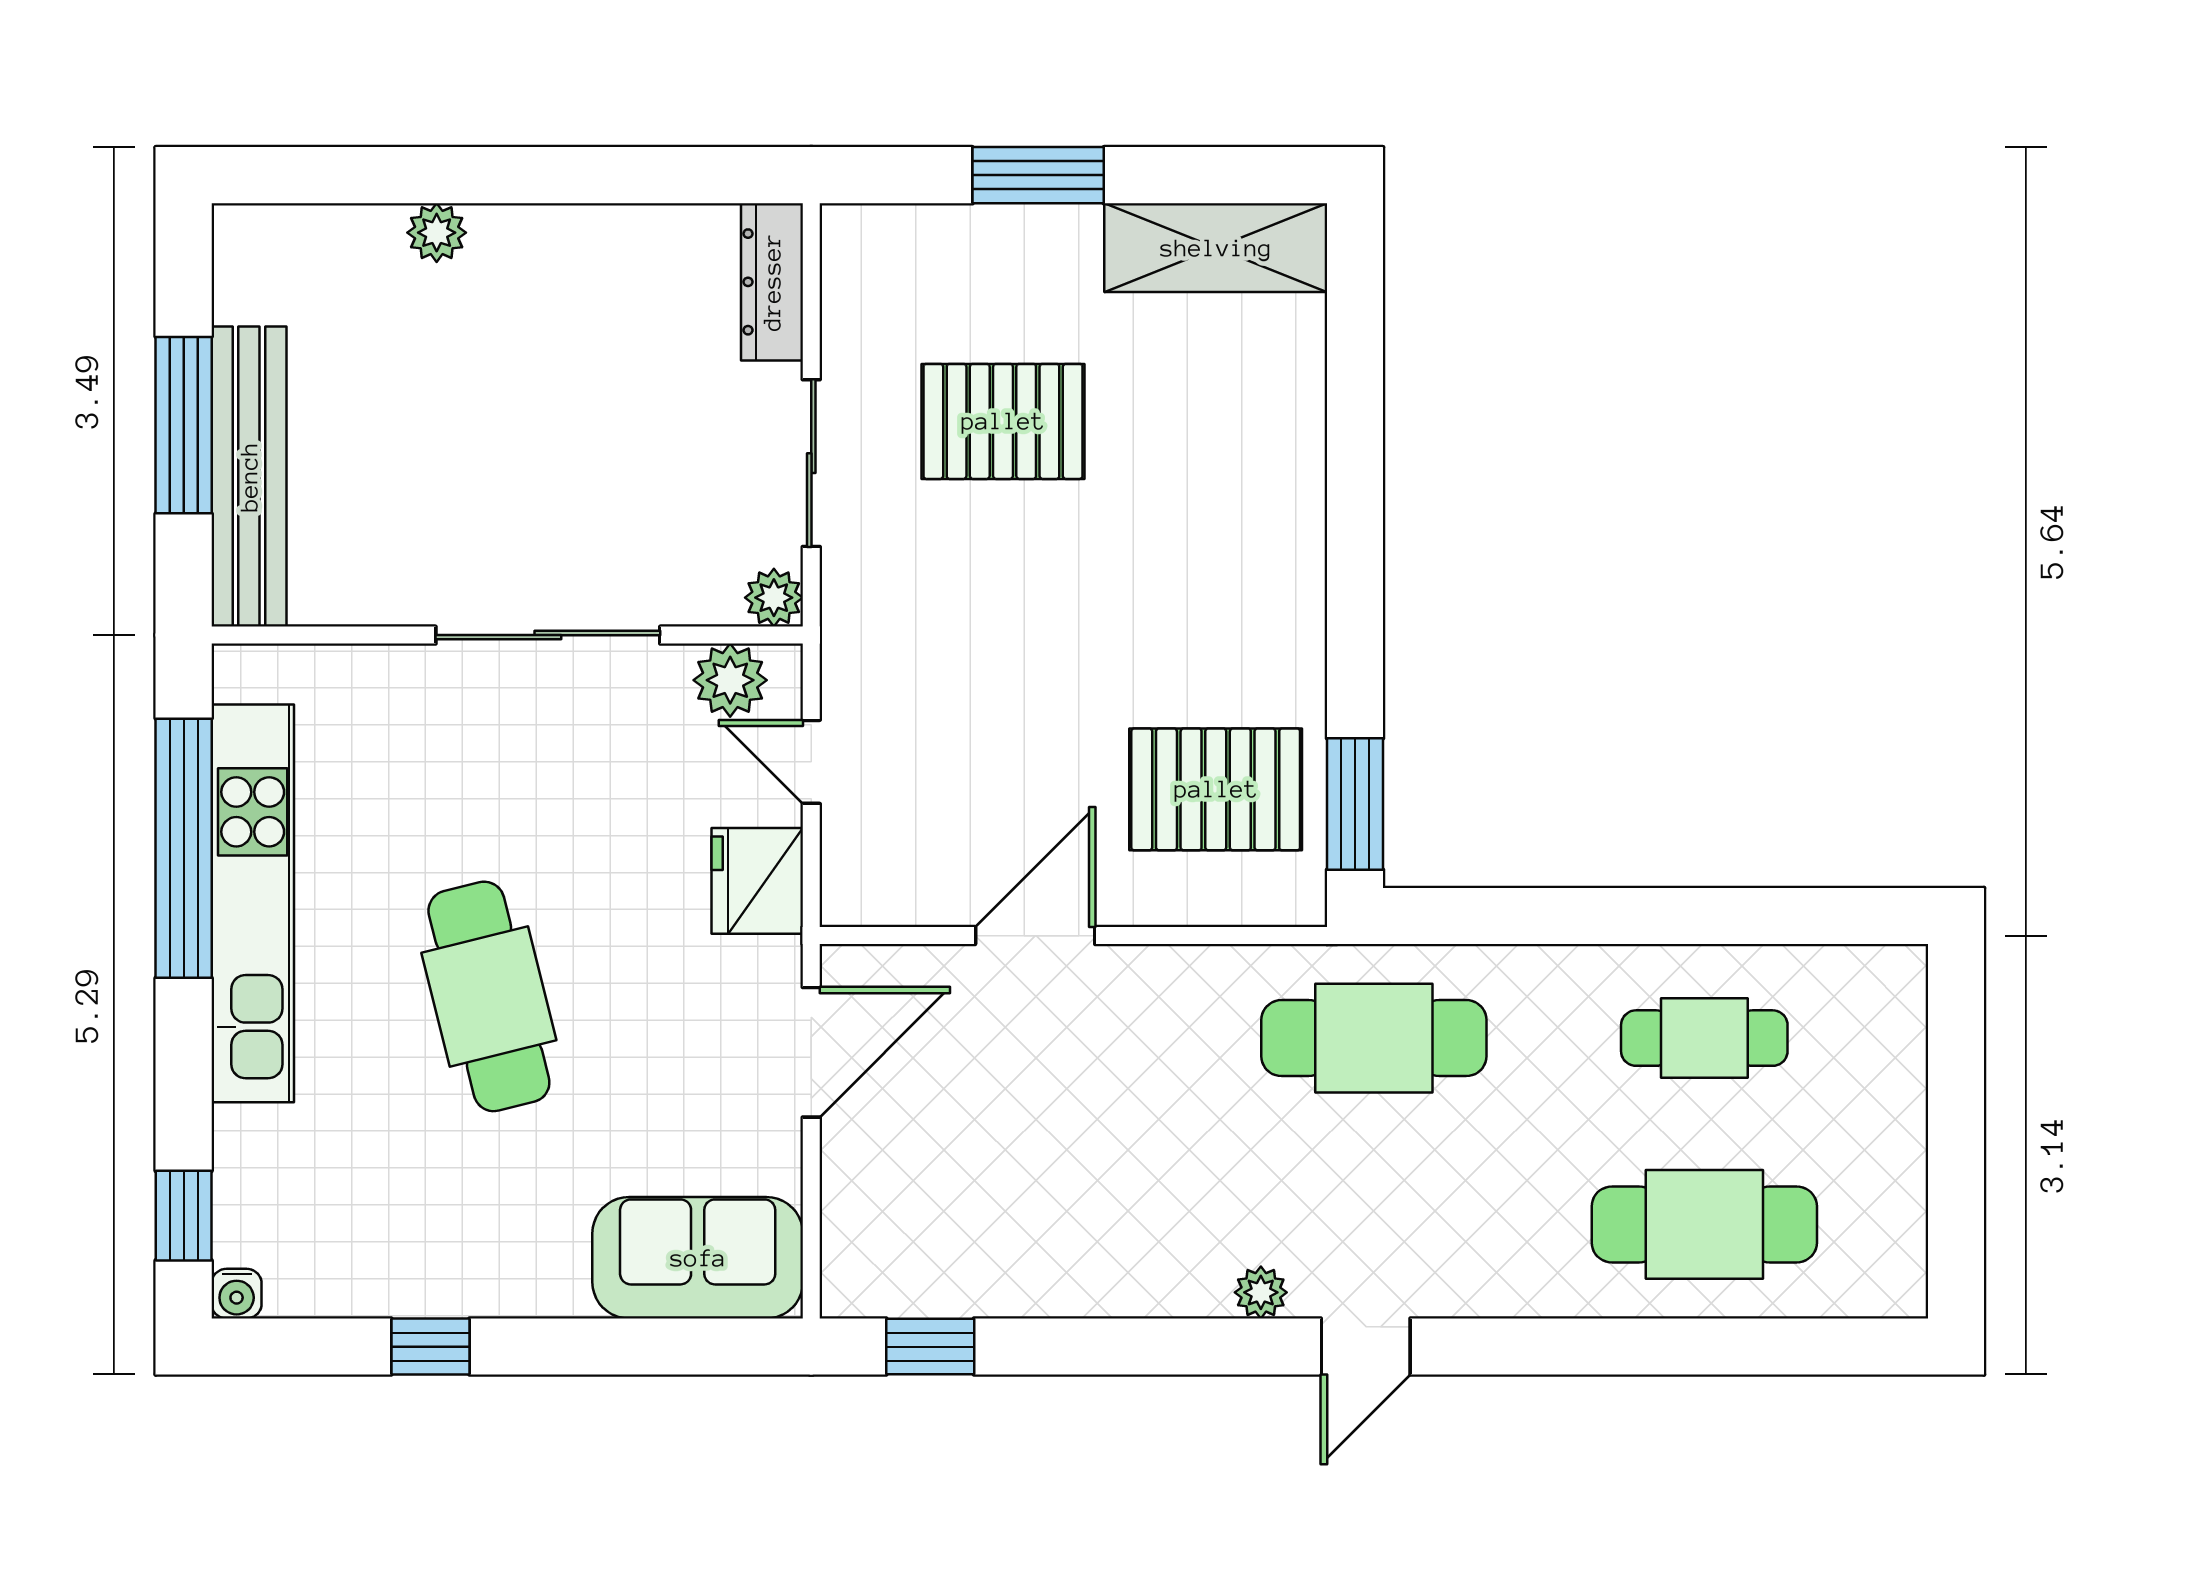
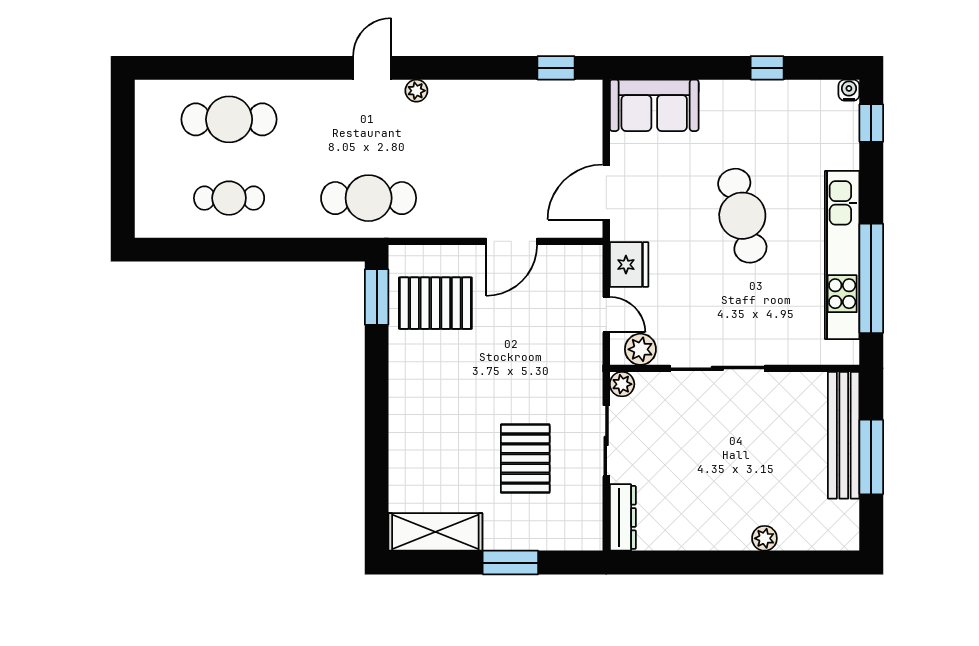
pallet: (1003, 421) -> (525, 459), turned 90

